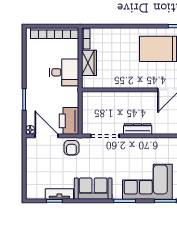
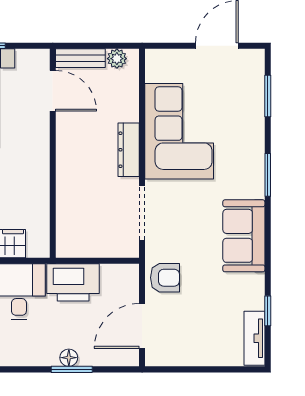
printer: (69, 121) -> (73, 282), moved
floor lamp: (30, 130) -> (69, 358), moved
corner sofa: (147, 182) -> (179, 131), moved, turned 180
tv unit: (59, 194) -> (254, 338), moved

